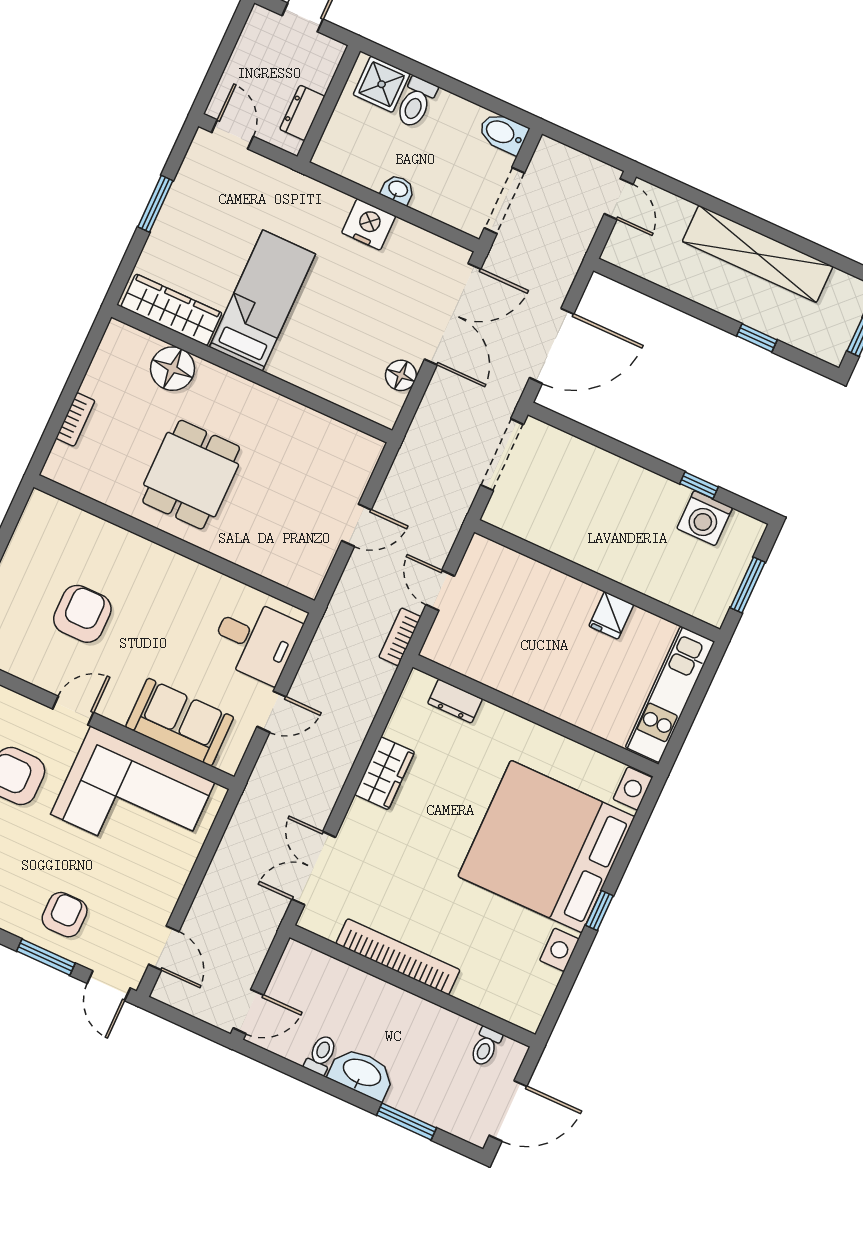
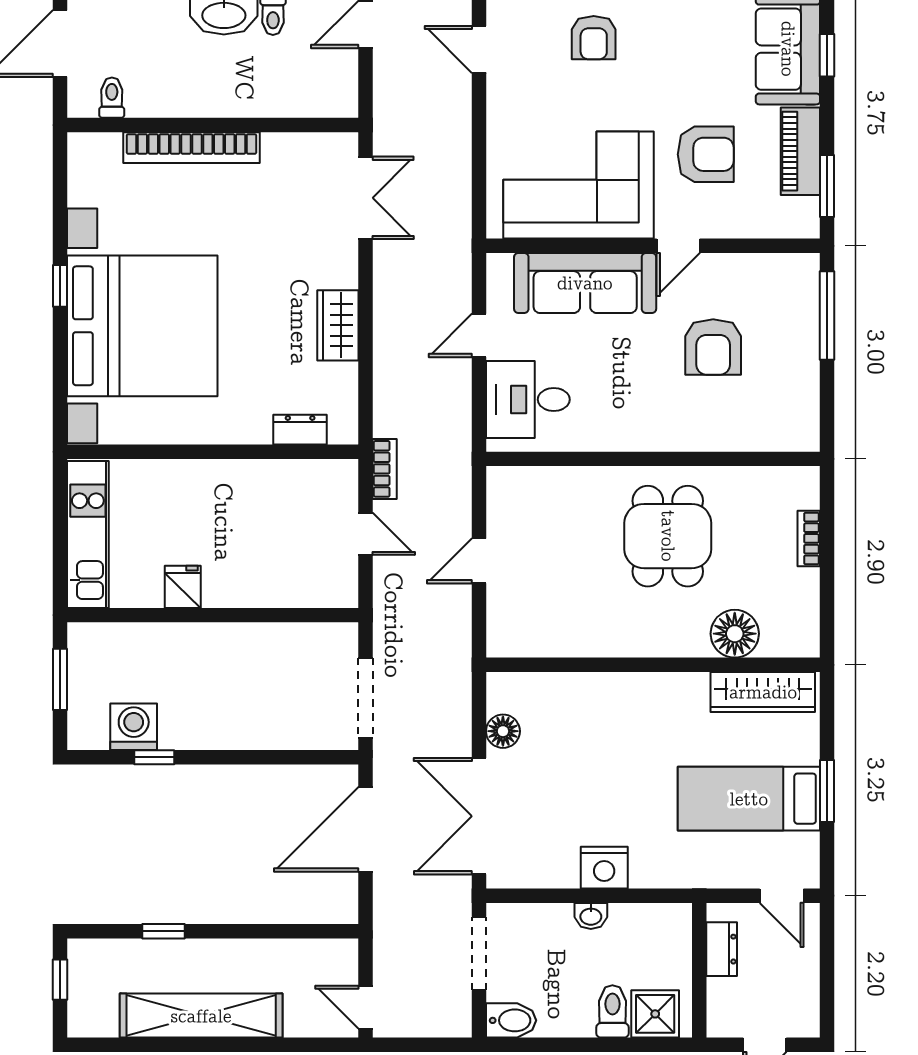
bed: (262, 300) -> (749, 799), moved, turned 90
sofa: (180, 722) -> (585, 283), width x1.36
bookcase: (398, 957) -> (192, 148), moved

